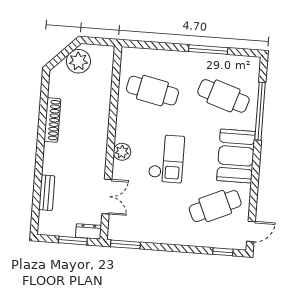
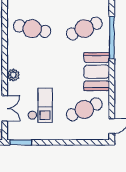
cafe table: (223, 96) -> (84, 29), turned -42
checkout: (166, 159) -> (40, 105), moved
window: (223, 252) -> (92, 142), removed

